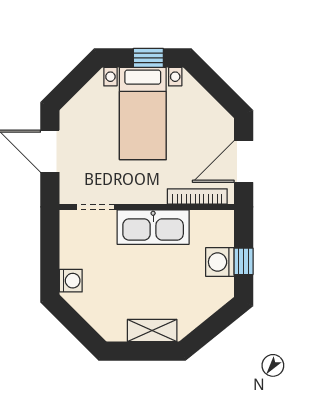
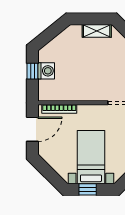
kitchen sink: (153, 227) -> (85, 91), removed
shelving: (152, 331) -> (97, 31), moved

